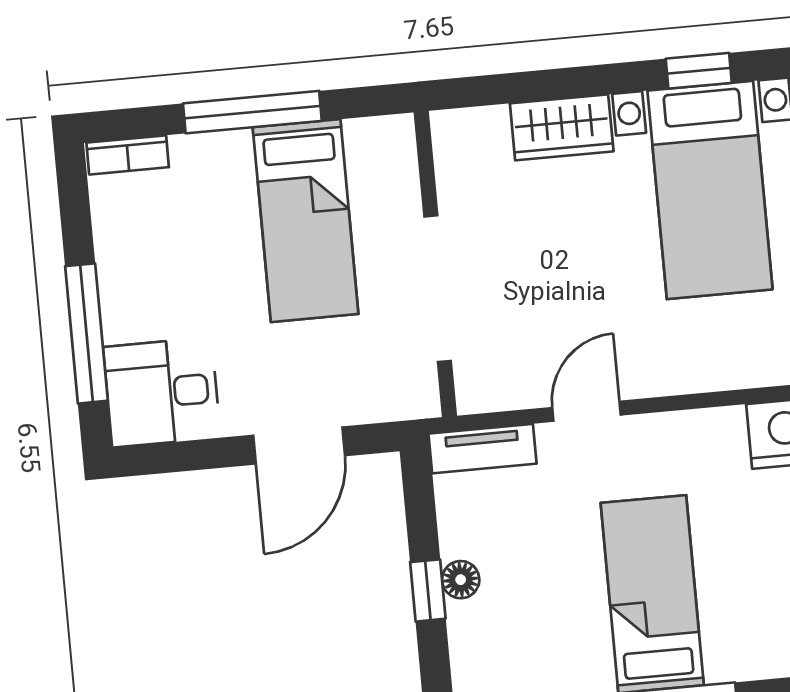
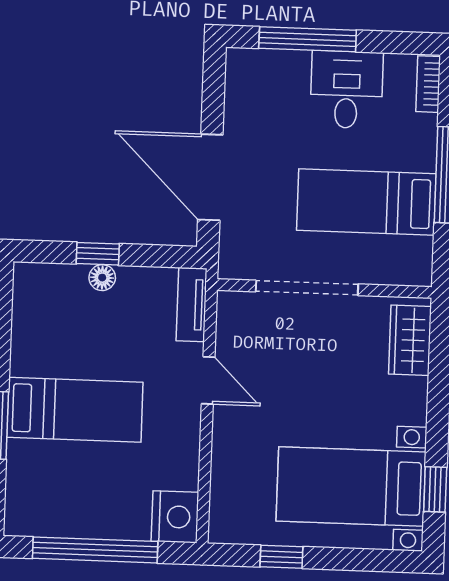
wardrobe: (562, 127) -> (410, 340), moved
desk: (162, 392) -> (347, 90), moved
door: (299, 446) -> (210, 177), width x1.36

